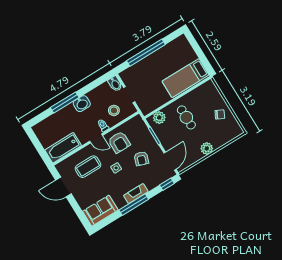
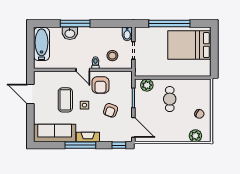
bed: (186, 78) -> (189, 45), moved, width x1.50
washbasin: (82, 104) -> (70, 33), moved
bathtub: (63, 148) -> (41, 44), moved, turned 90
plant: (207, 149) -> (195, 136), moved
door: (170, 161) -> (133, 127), hinge flipped
coffee table: (88, 167) -> (65, 100), moved, turned 90
sofa: (100, 211) -> (55, 133), width x1.36

